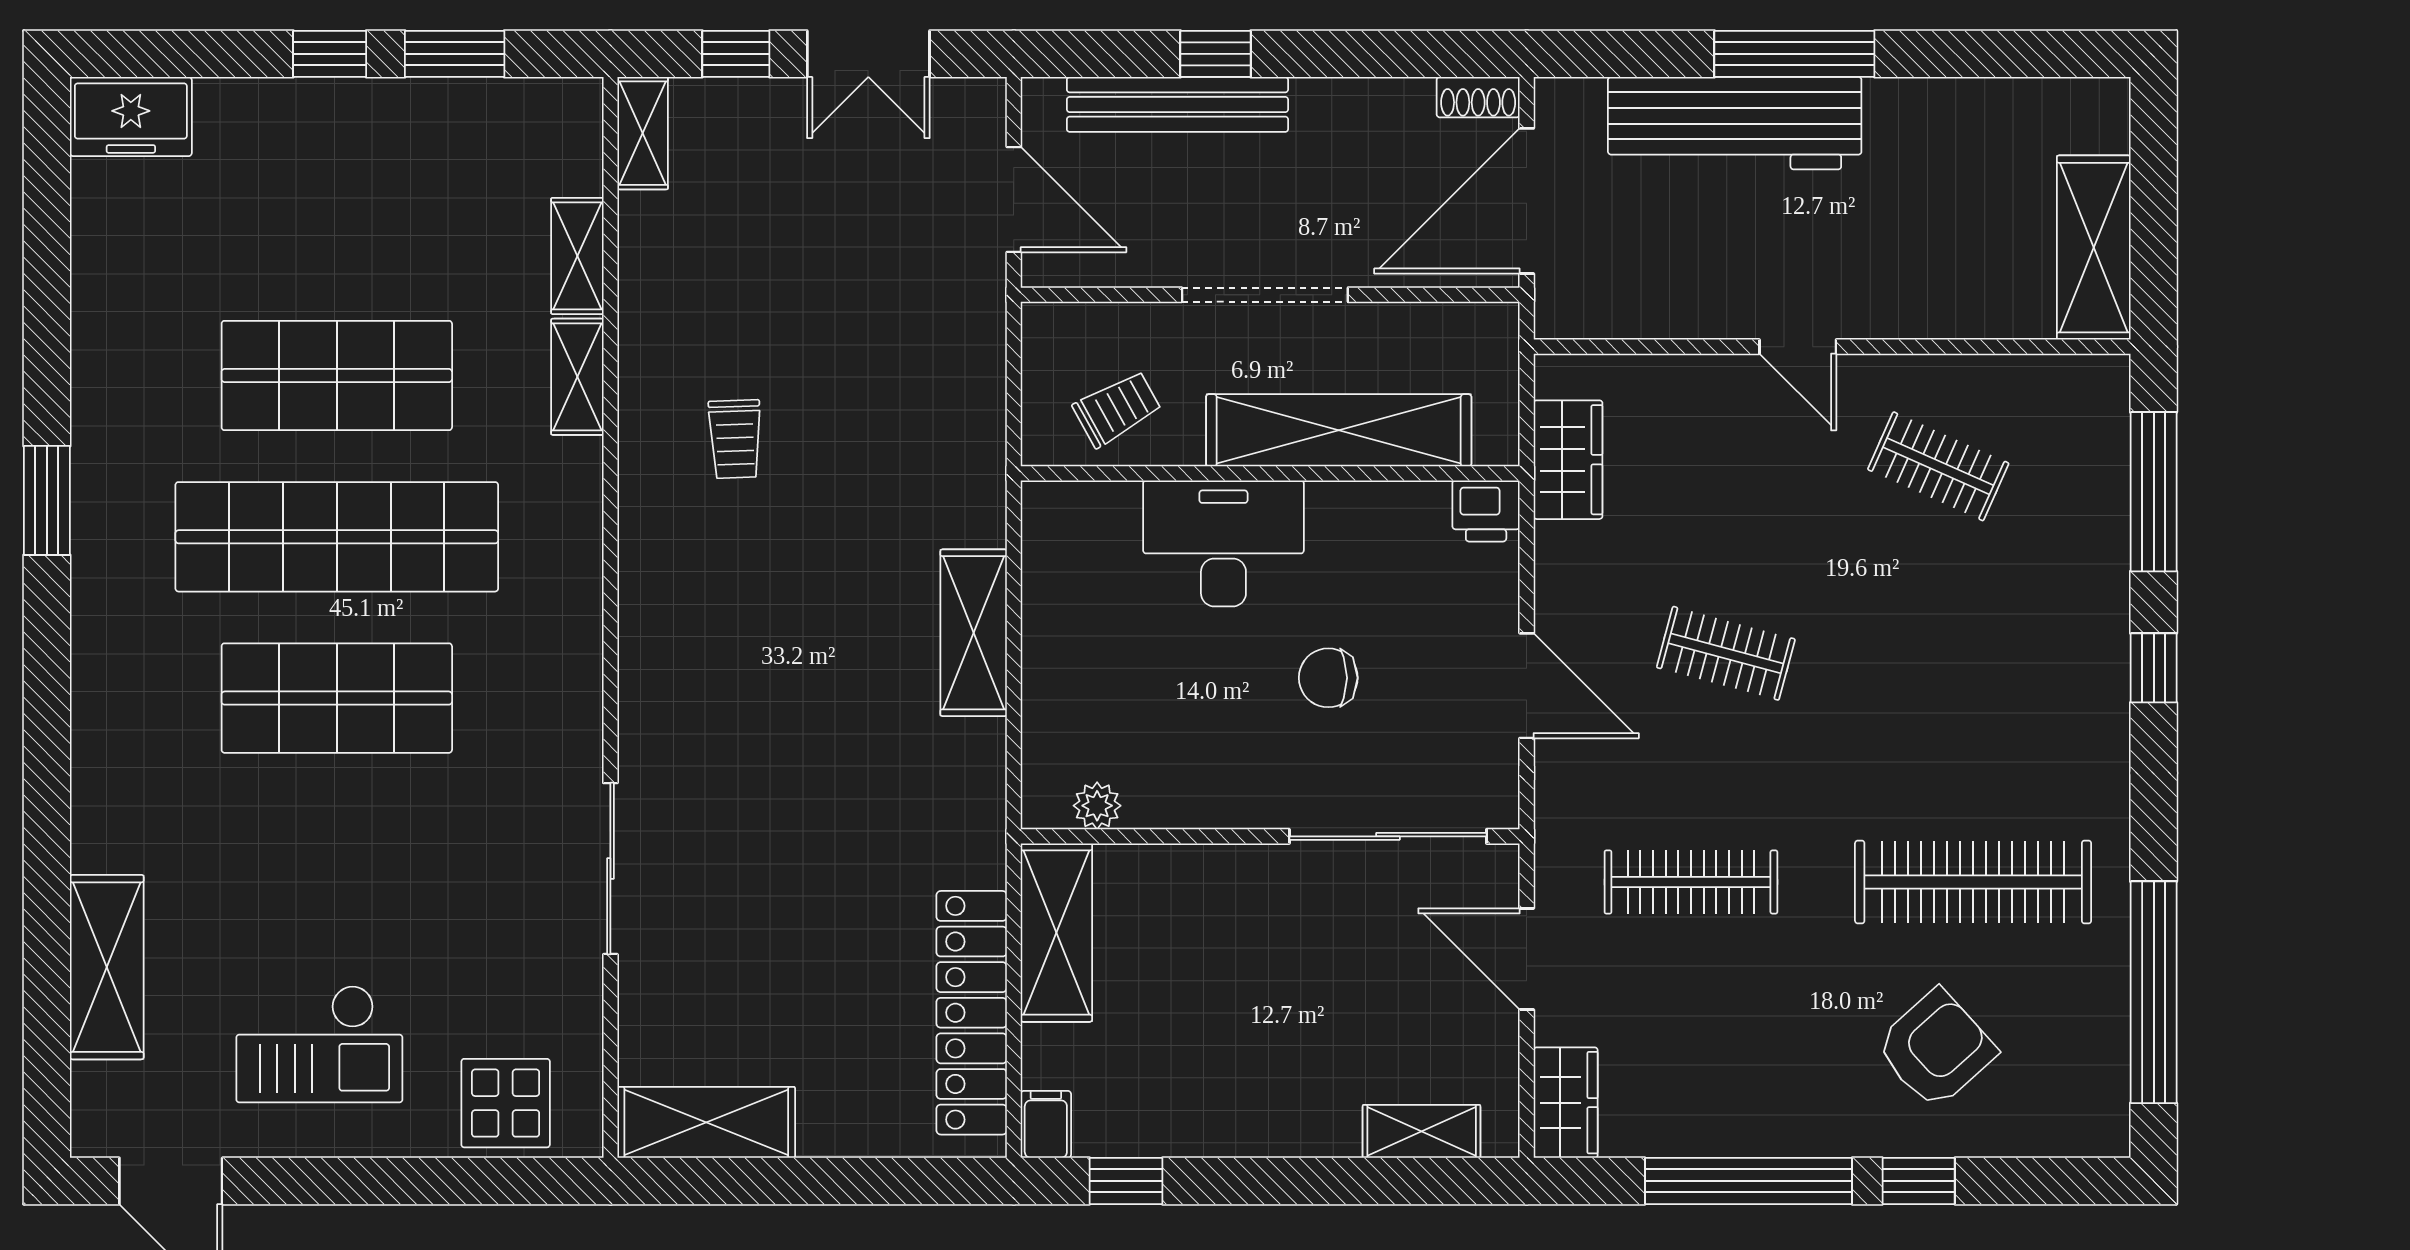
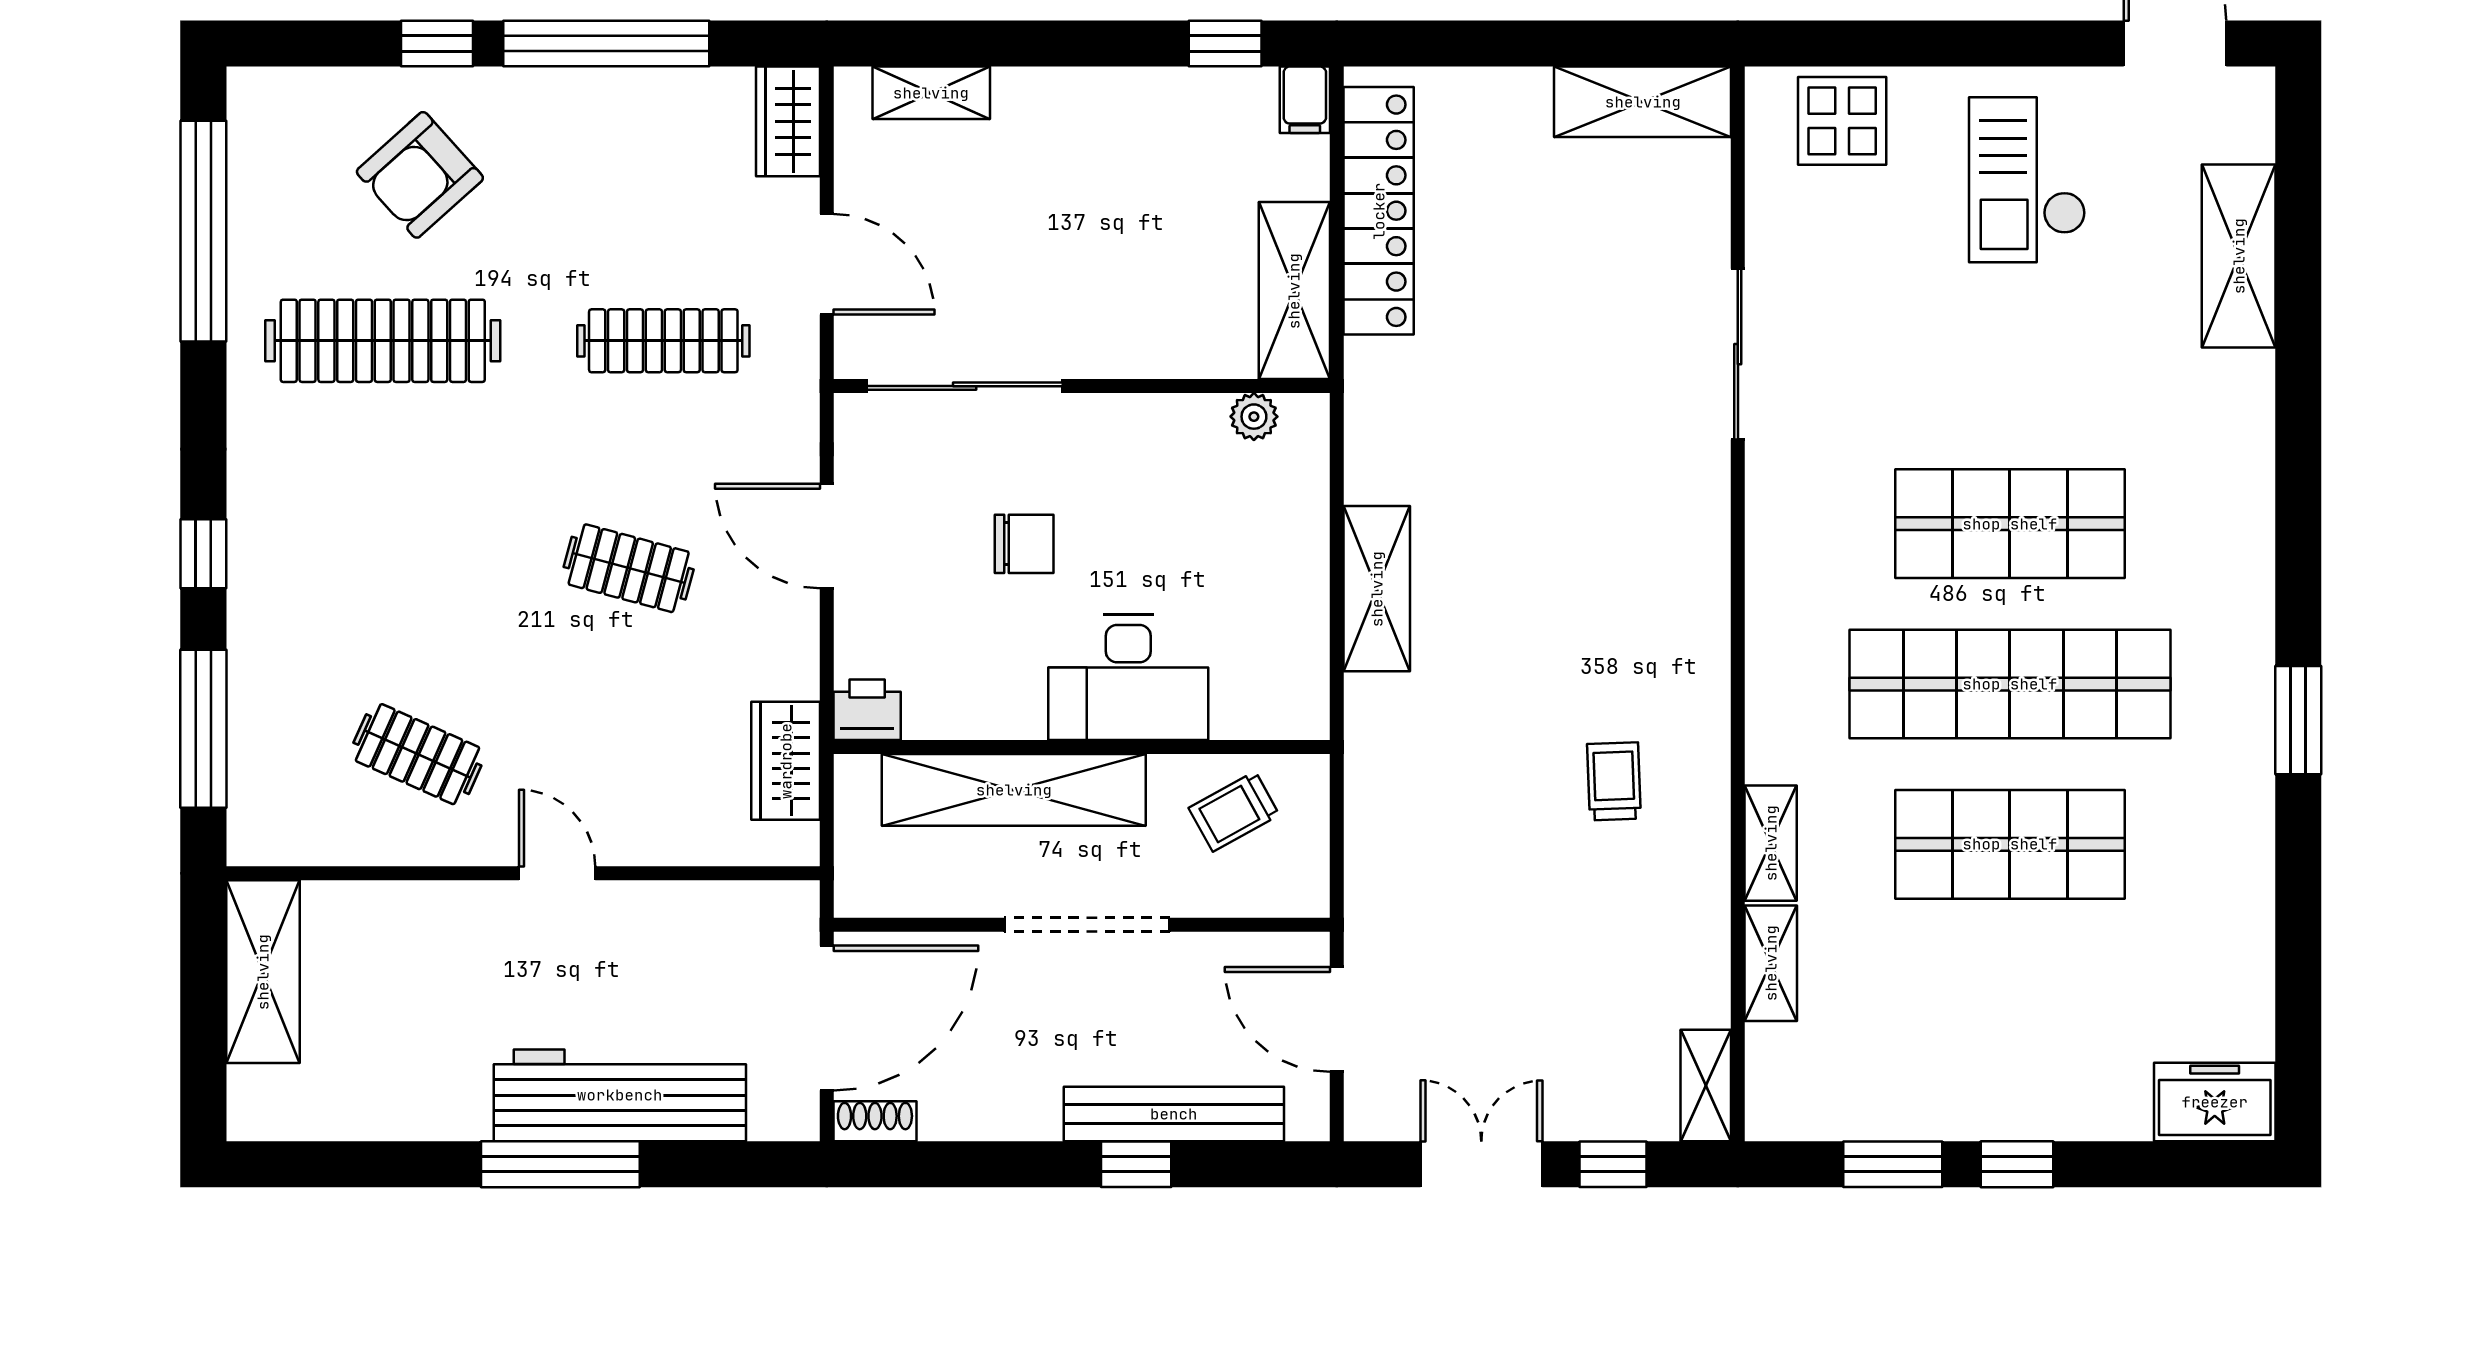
checkout: (319, 1044) -> (2027, 180), turned -90

